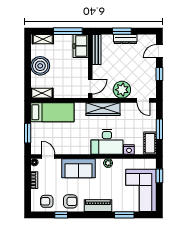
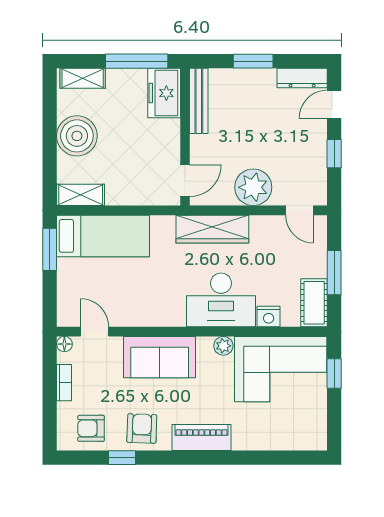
dresser: (125, 39) -> (302, 78), moved
window: (28, 133) -> (50, 249), moved
corner sofa: (141, 190) -> (281, 369), moved, turned -90
armchair: (70, 201) -> (142, 429), turned -88
window: (124, 215) -> (258, 458), removed

